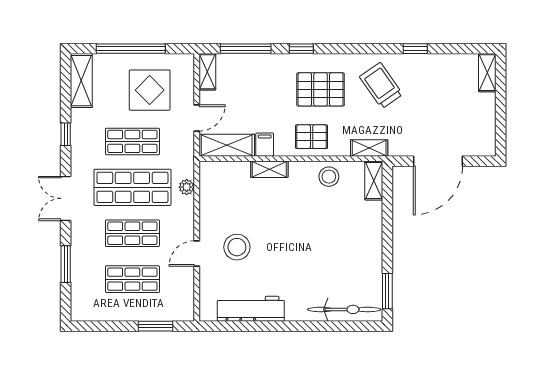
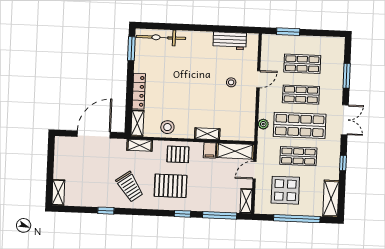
locker: (374, 228) -> (139, 91), added
stool: (237, 247) -> (231, 82), width x0.53, depth x0.53
workbench: (251, 309) -> (230, 41), width x0.73

